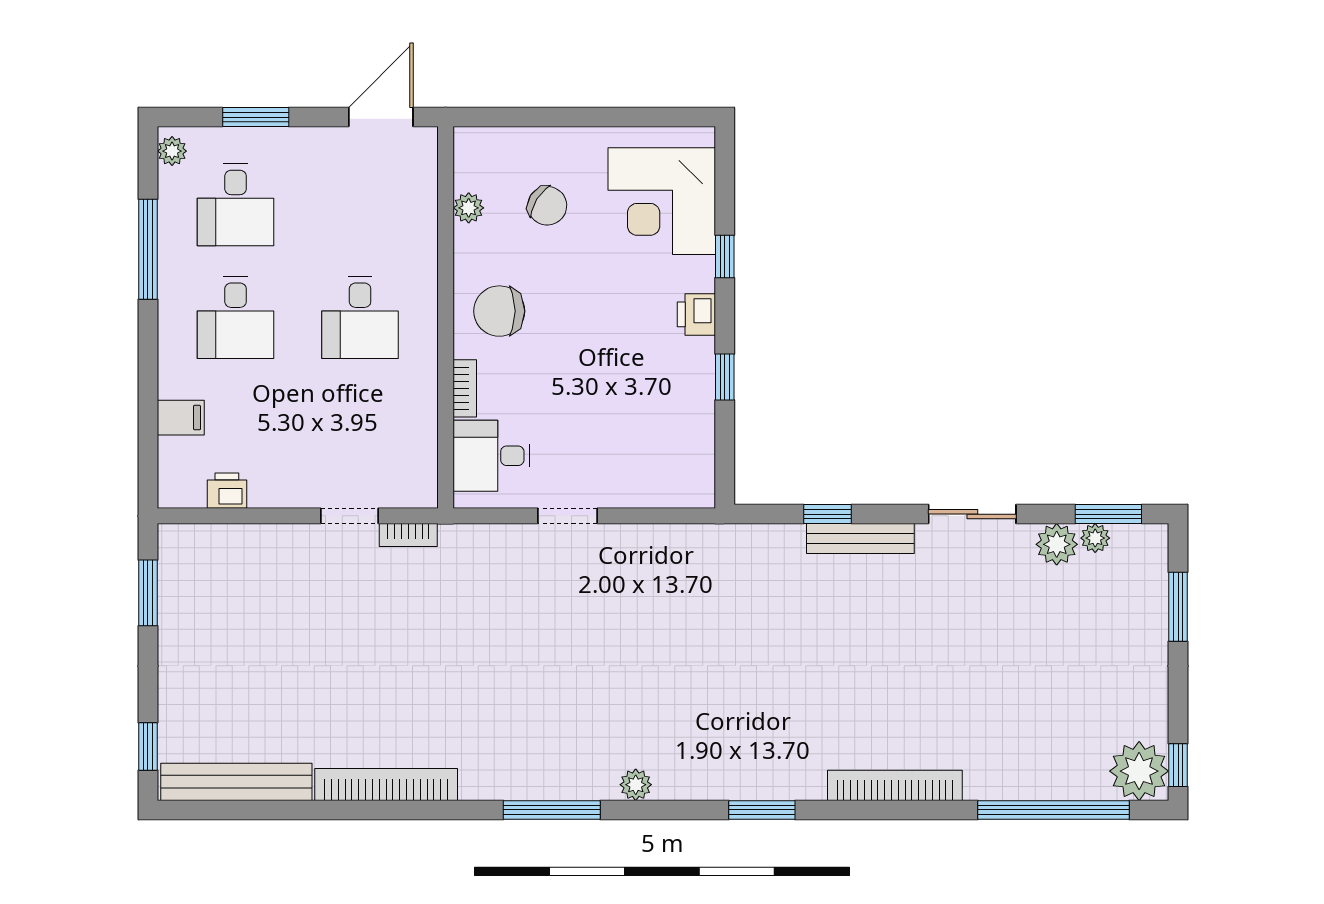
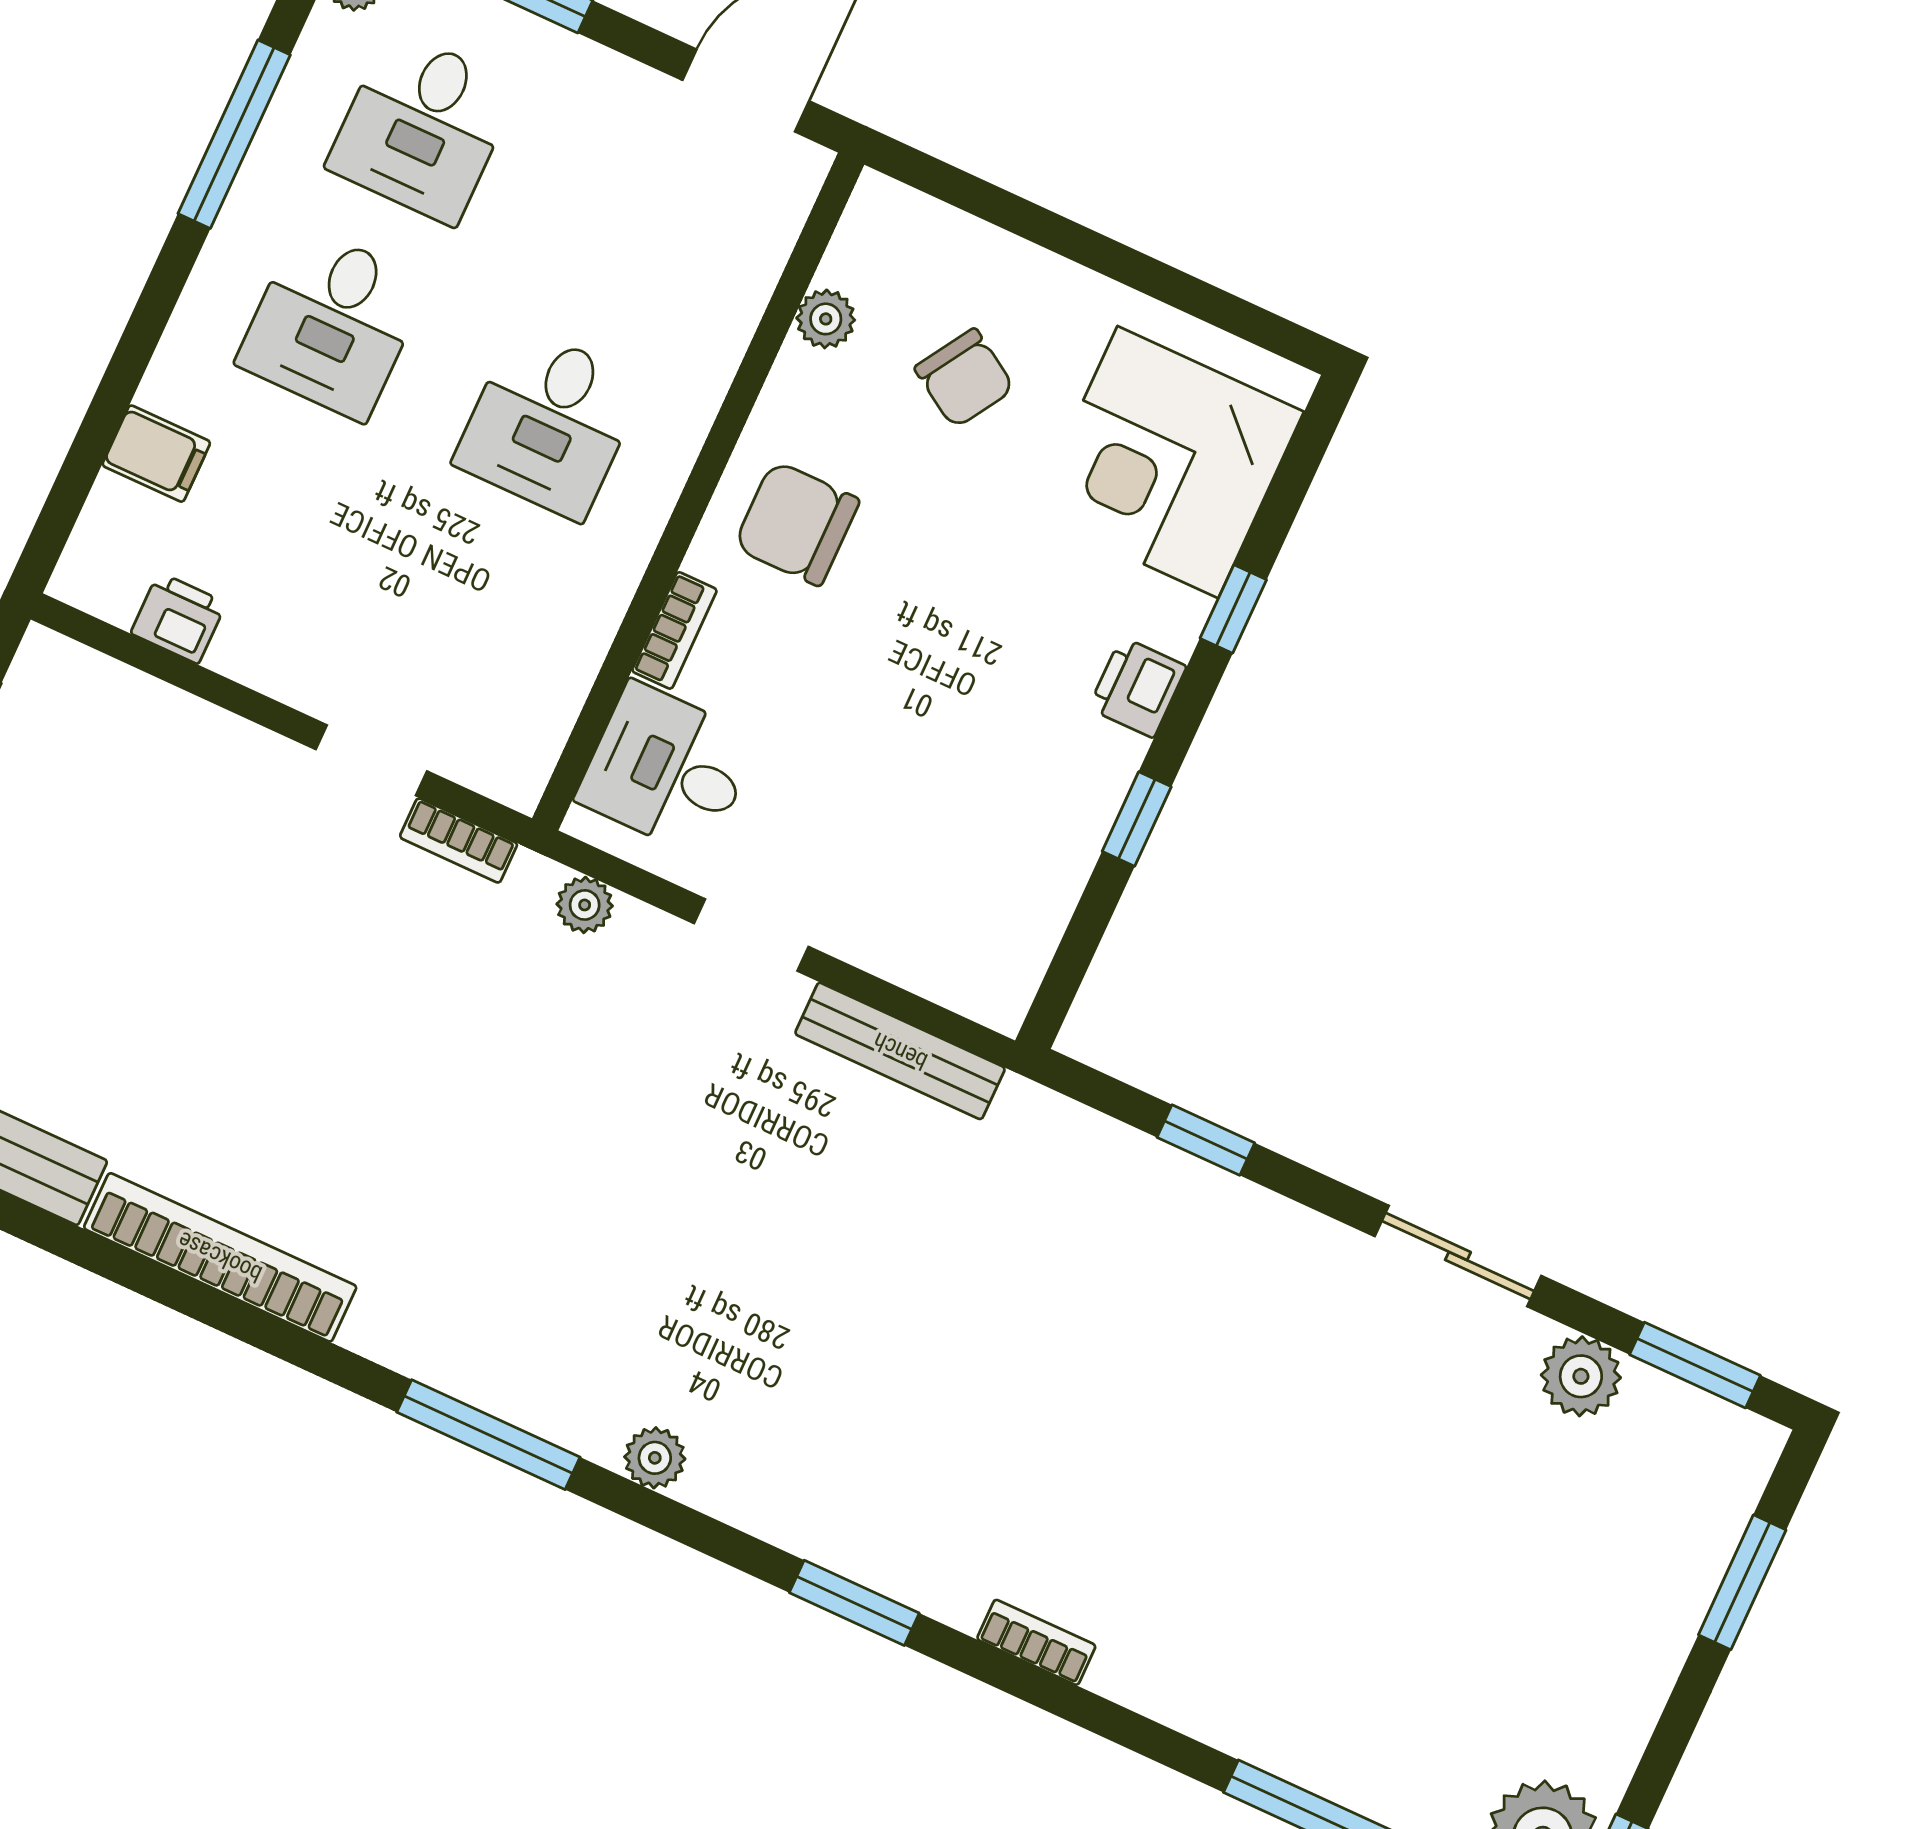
bench: (860, 538) -> (900, 1051), moved
plant: (1095, 538) -> (585, 905), moved
bookcase: (895, 785) -> (1036, 1642), width x0.43, depth x0.76

